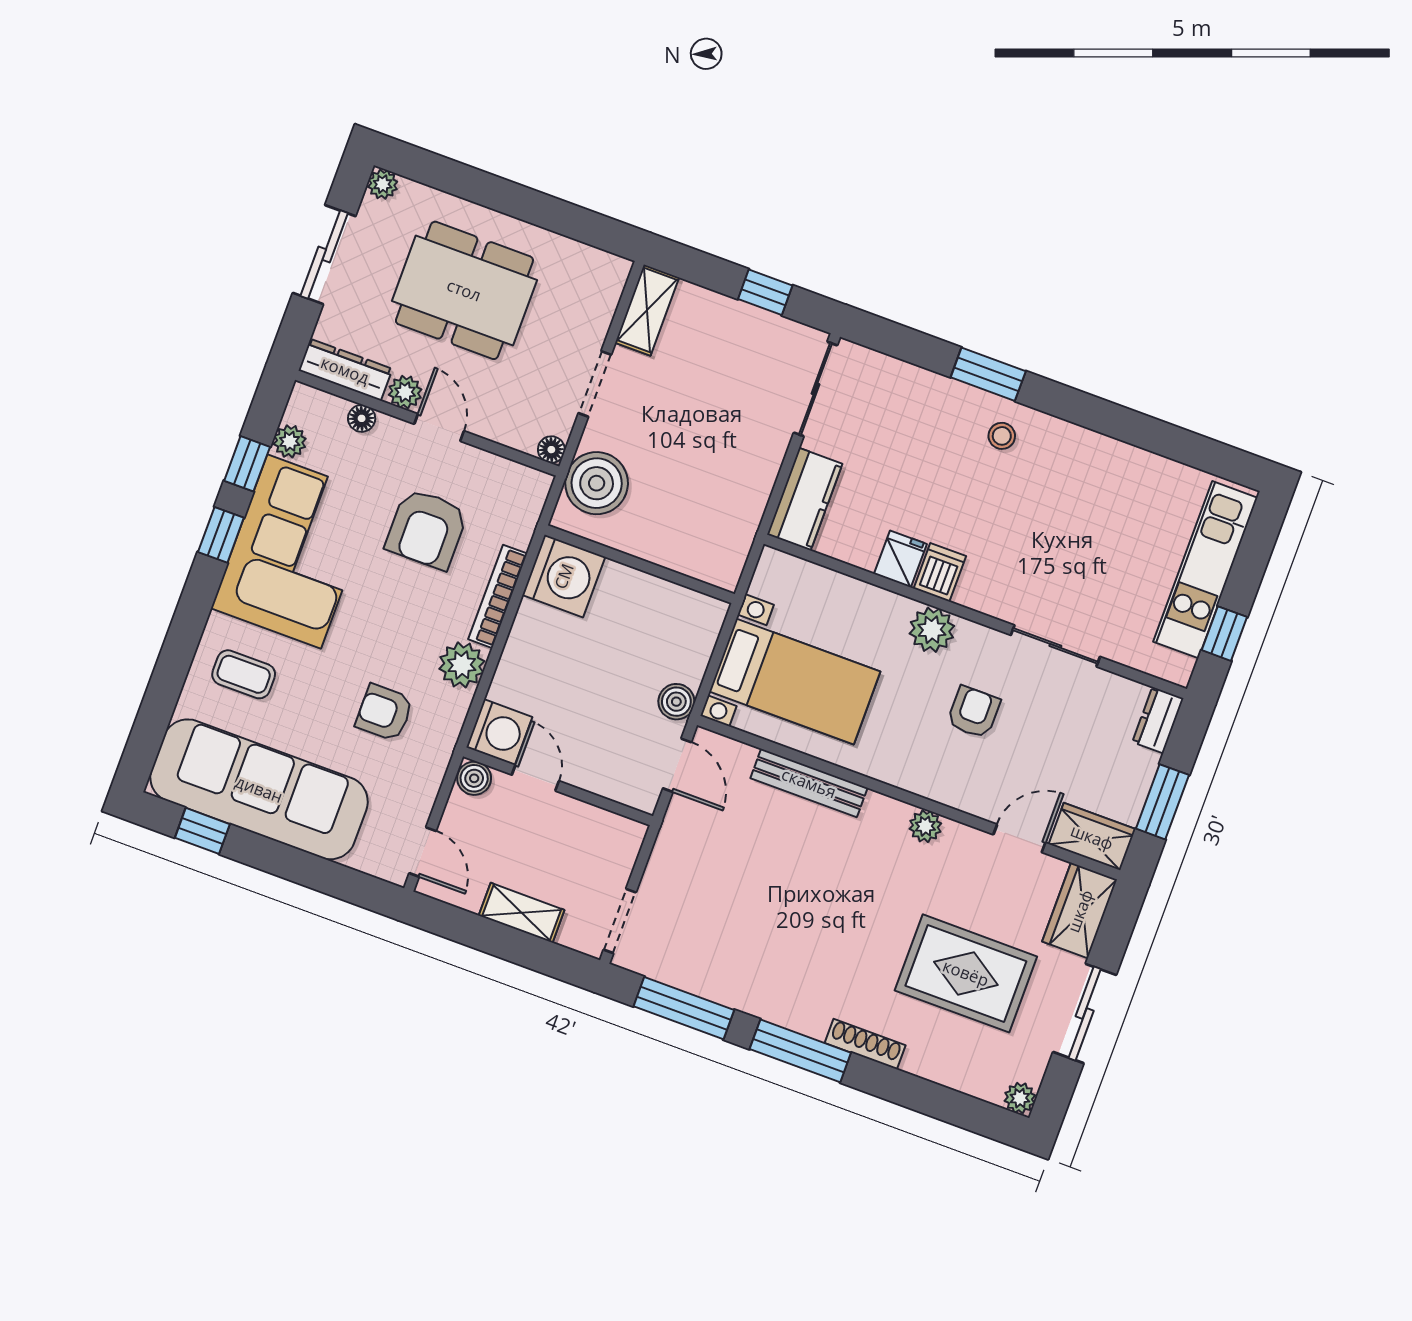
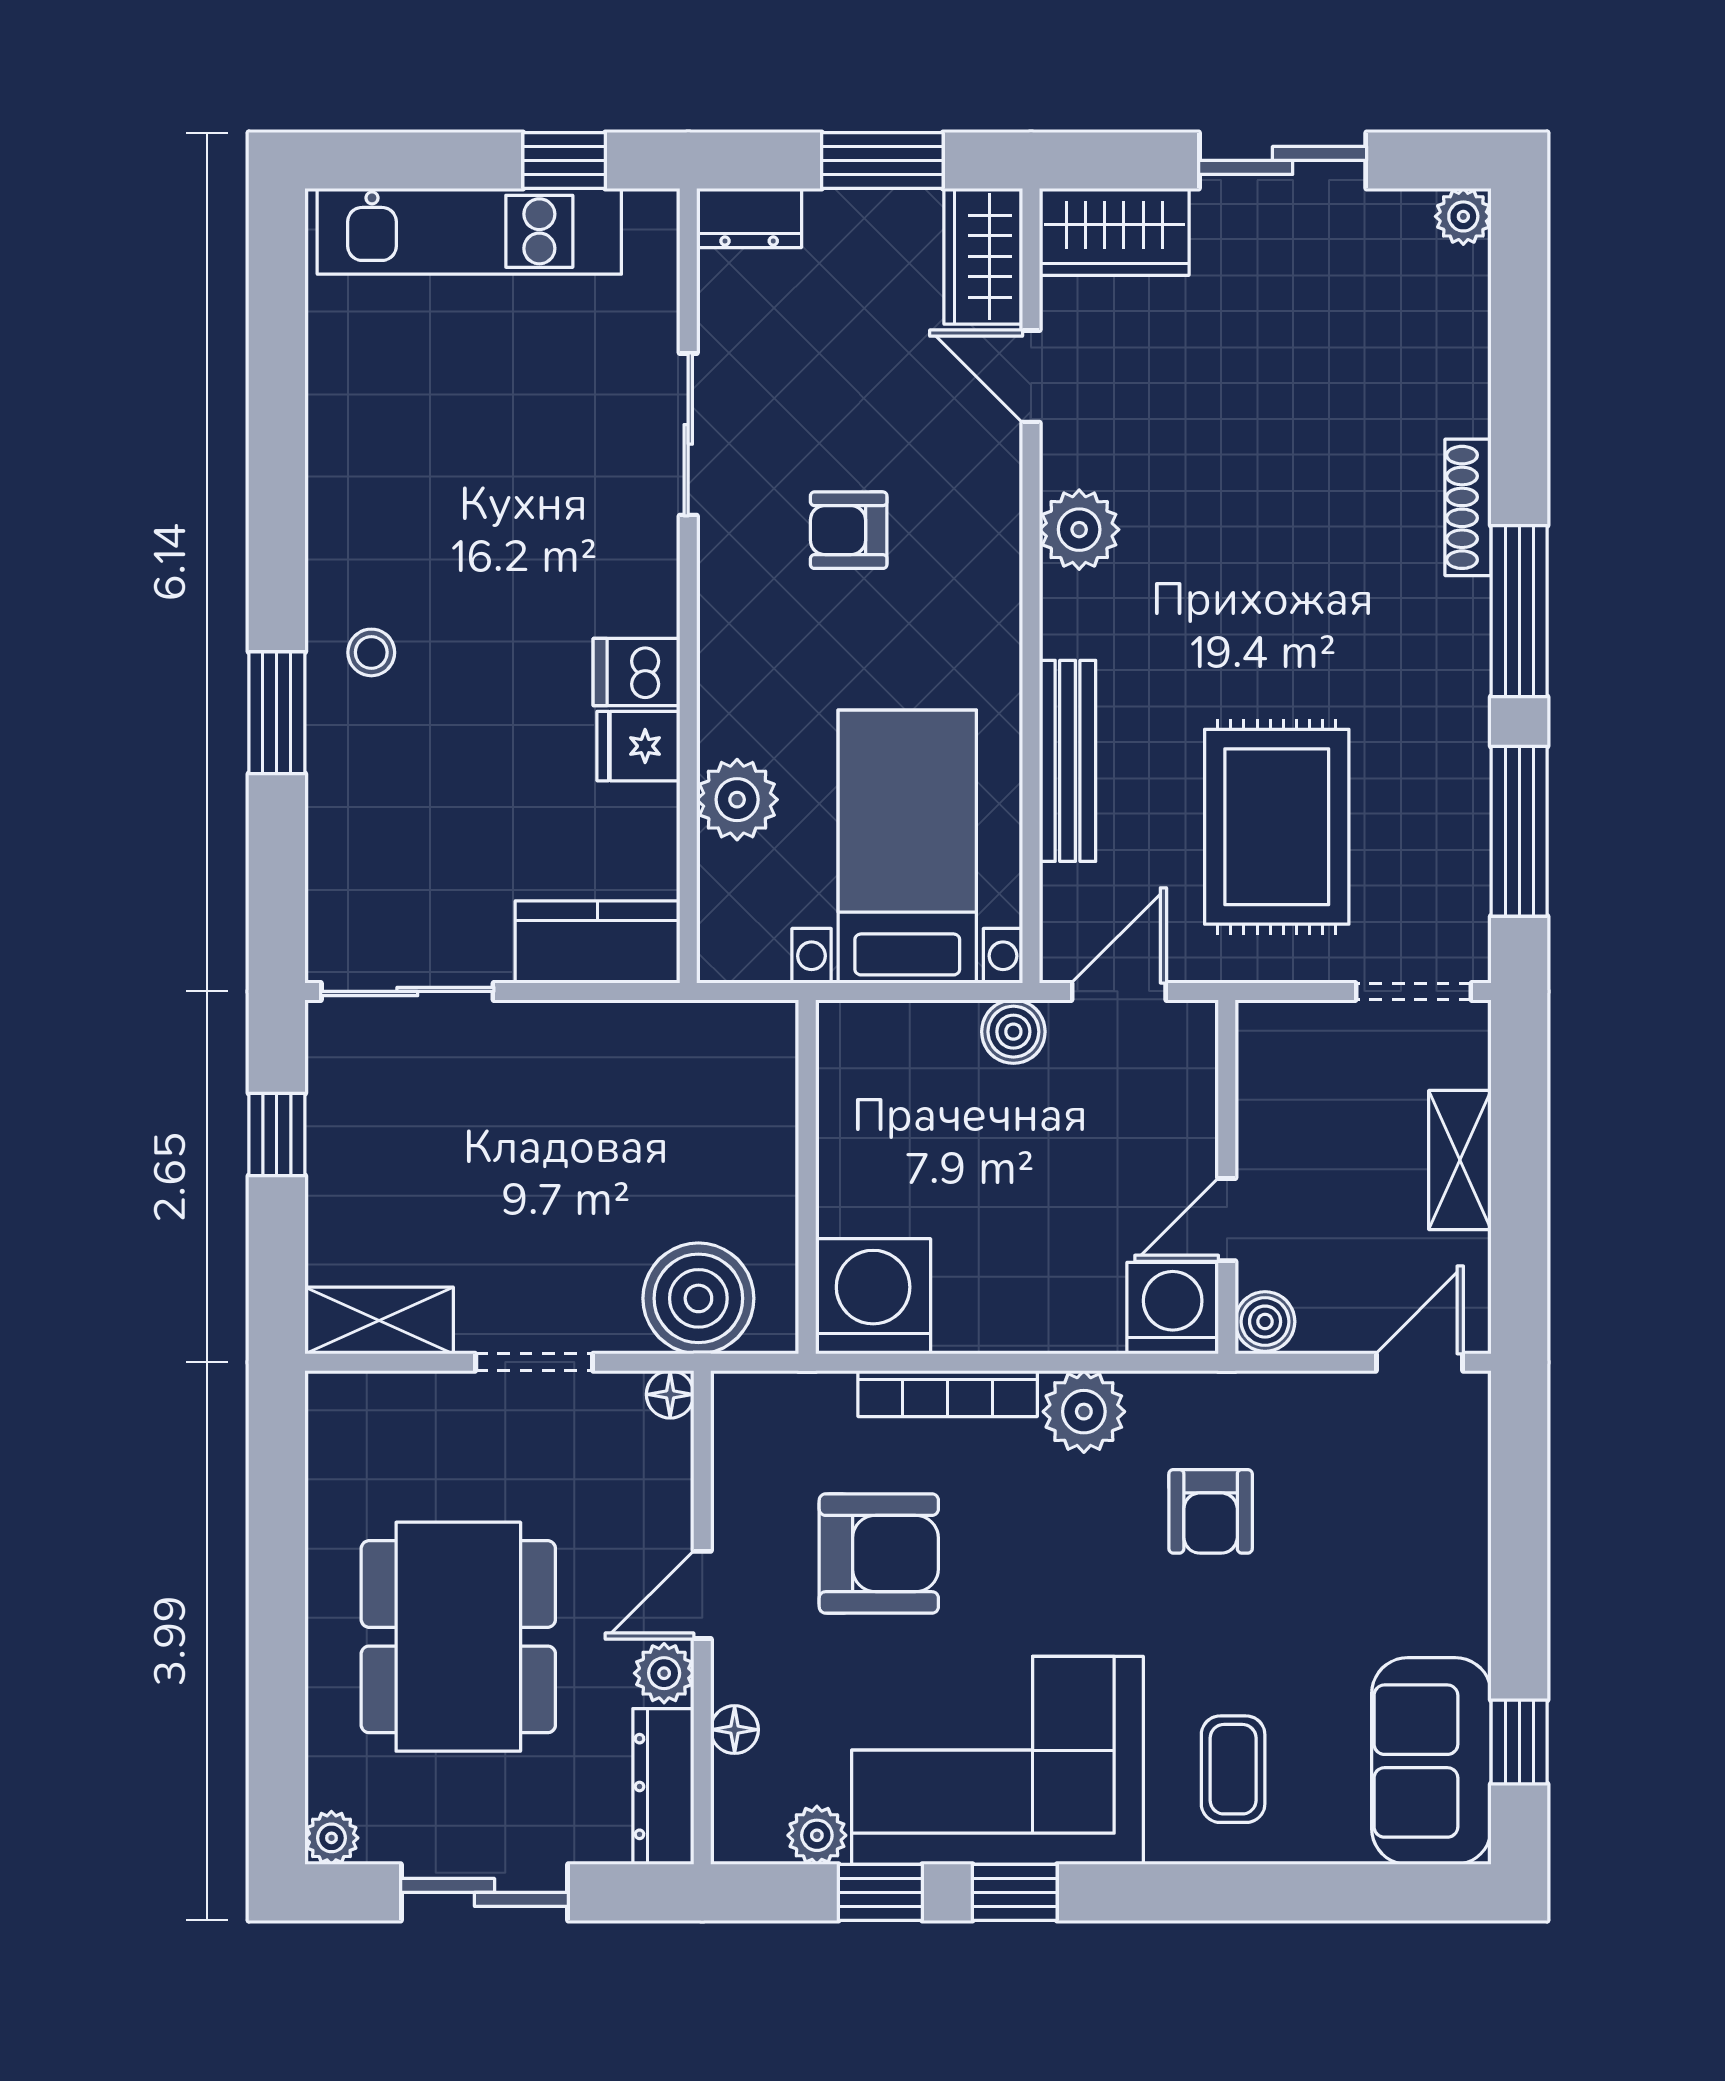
plant: (932, 630) -> (737, 800), moved
sofa: (259, 789) -> (1431, 1761), width x0.54, depth x0.79
plant: (925, 826) -> (1079, 530), width x1.38, depth x1.38
rug: (966, 973) -> (1277, 827), moved

